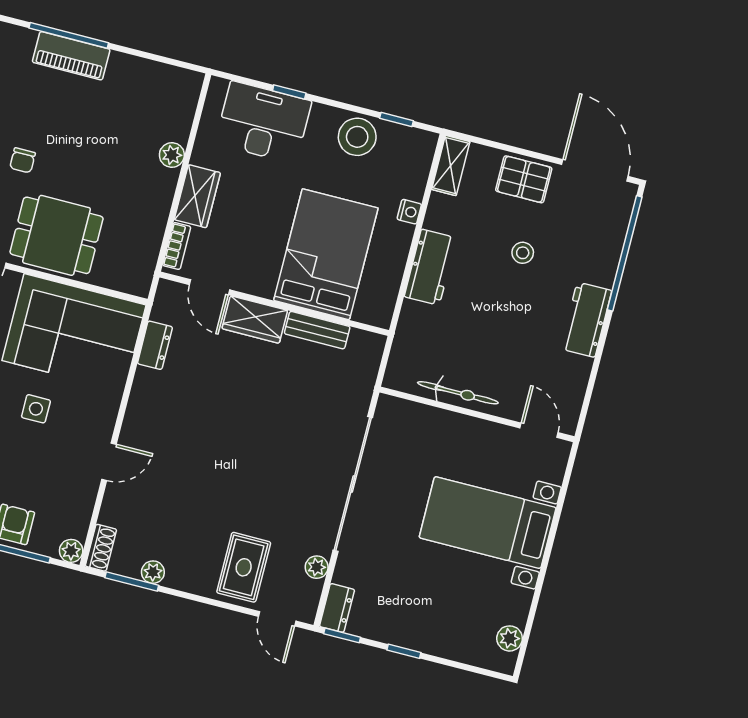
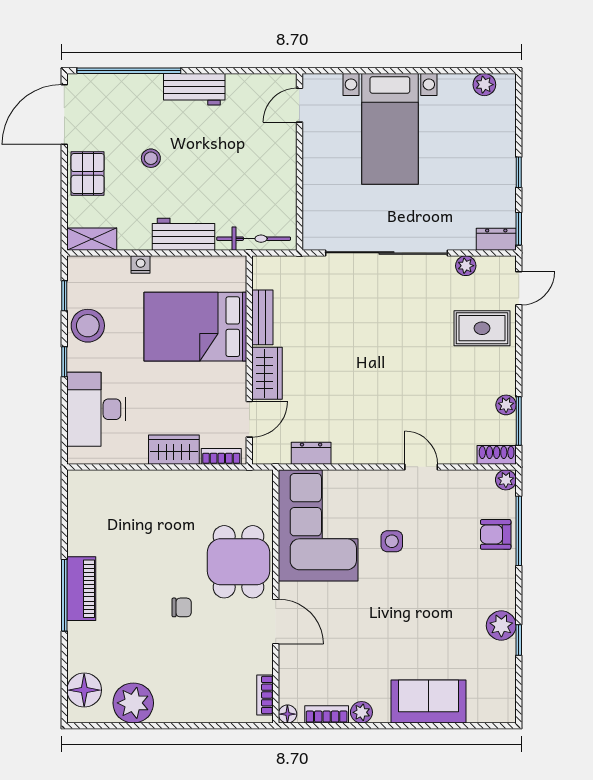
window: (289, 92) -> (64, 362), moved
plant: (172, 155) -> (144, 481), removed
bicycle: (458, 393) -> (254, 239), moved, turned 90

